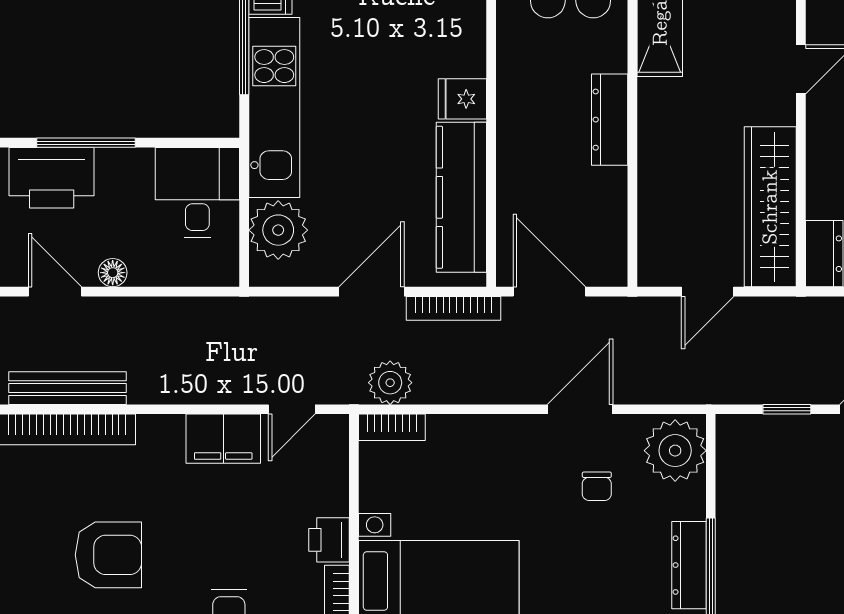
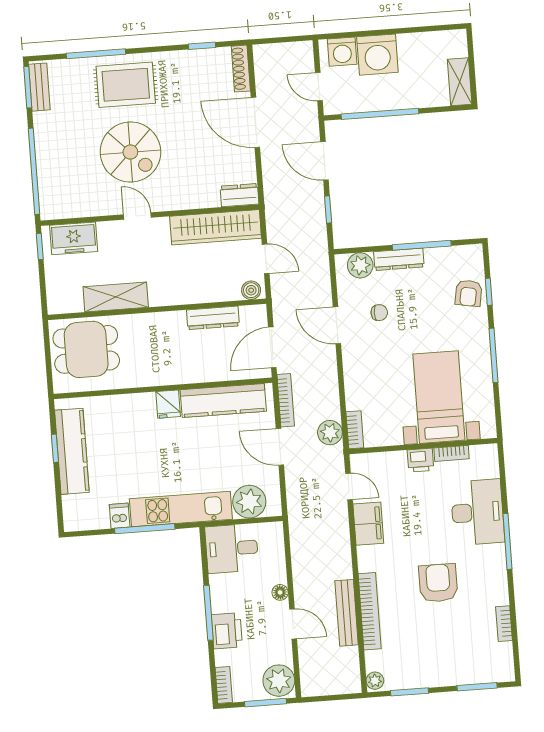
dresser: (610, 120) -> (213, 318), moved
printer: (52, 178) -> (227, 631), width x0.73, depth x0.84
boiler: (654, 262) -> (251, 290), added
door: (55, 292) -> (293, 624), swing flipped
plant: (675, 451) -> (360, 265), width x0.73, depth x0.73
dresser: (689, 565) -> (399, 259), moved

